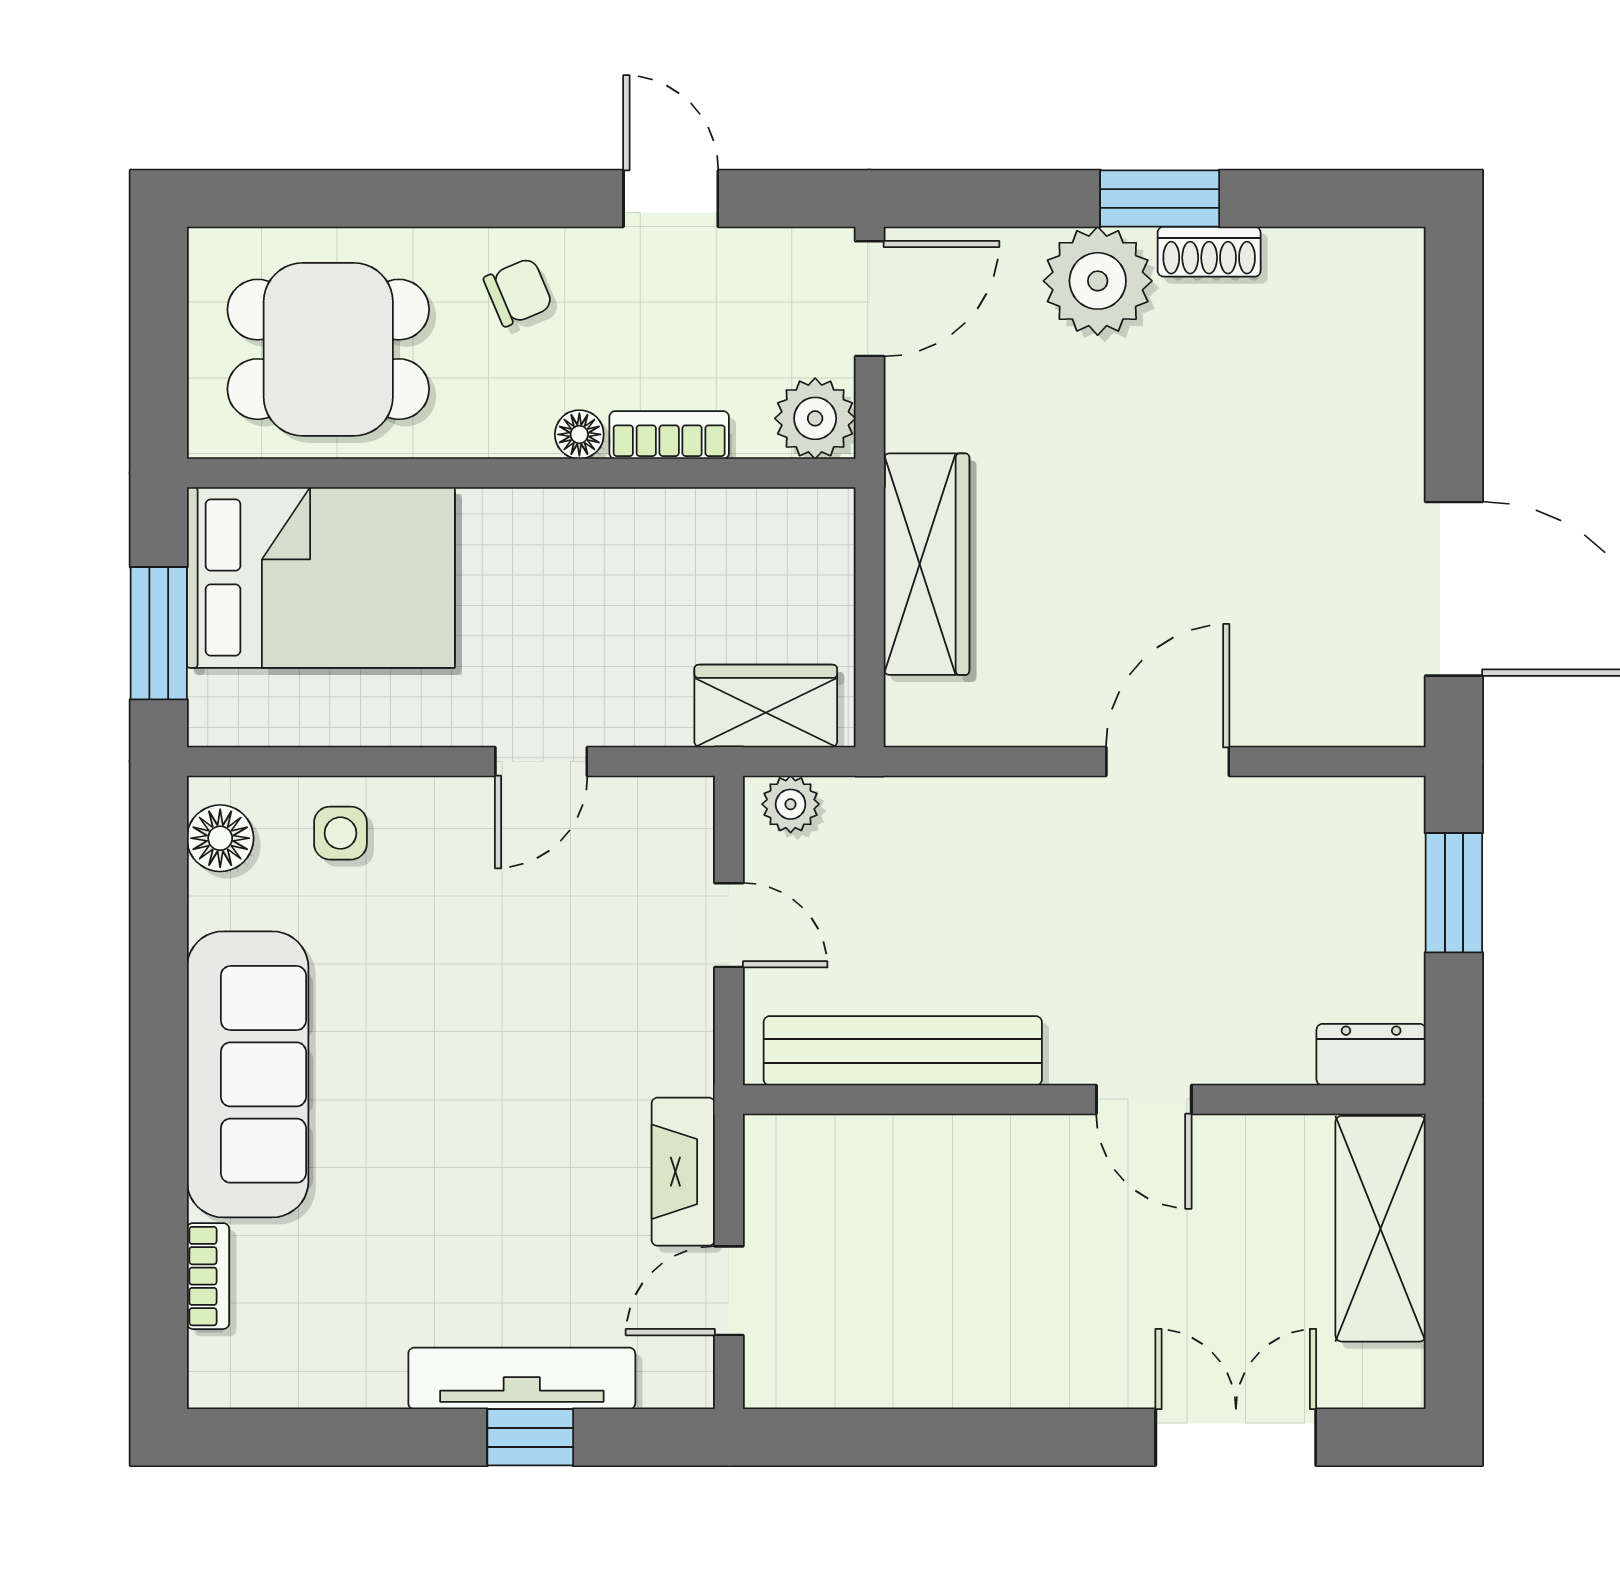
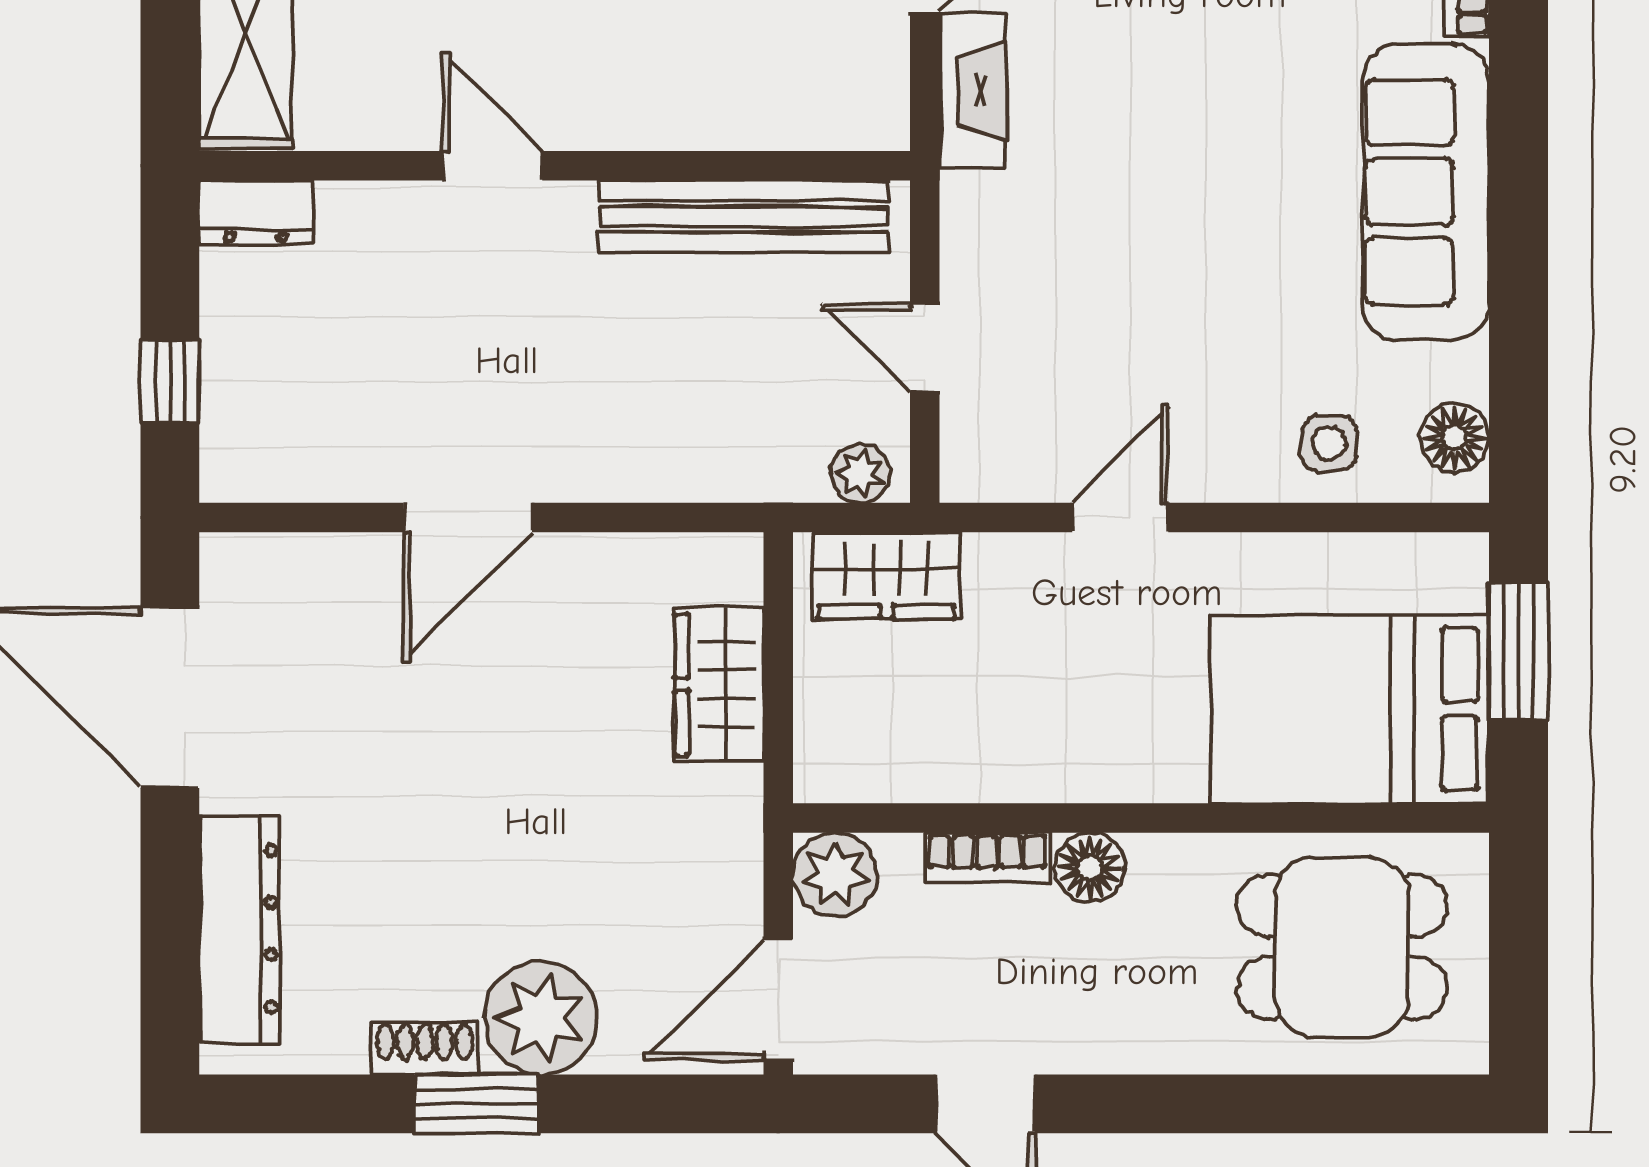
chair: (518, 292) -> (1144, 1006), removed
dresser: (1387, 367) -> (240, 929), added
floor lamp: (579, 434) -> (1090, 868), width x1.37, depth x1.37
wardrobe: (927, 564) -> (719, 685), width x0.67
window: (1454, 893) -> (170, 381), width x0.67

